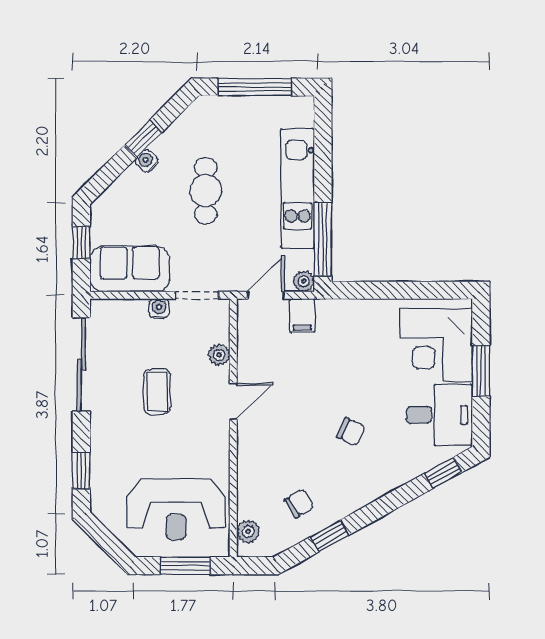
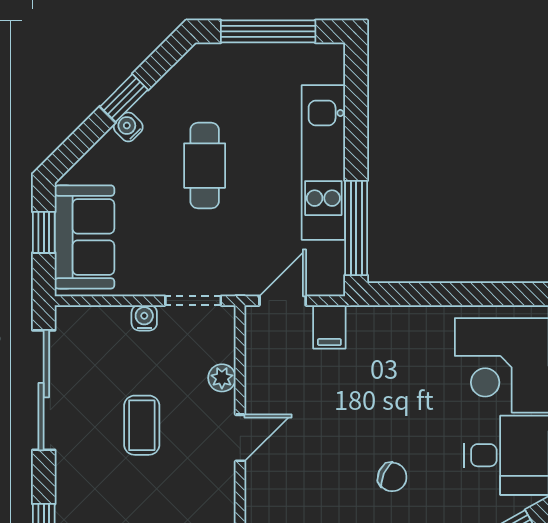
sofa: (130, 269) -> (84, 237), moved, turned 90
plant: (304, 281) -> (331, 282), removed

